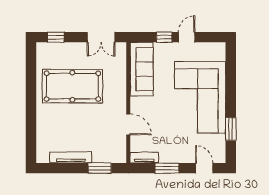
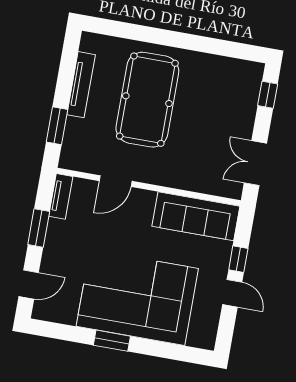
pool table: (72, 86) -> (147, 100), moved
window: (231, 129) -> (112, 341), moved

